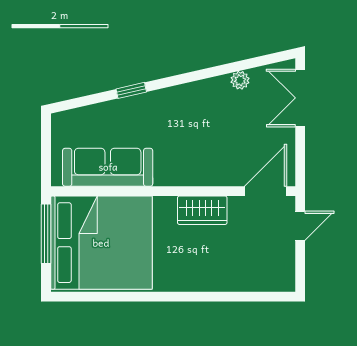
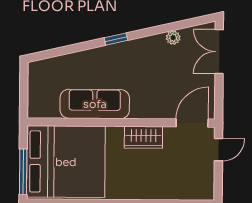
window: (131, 90) -> (116, 39), moved
sofa: (108, 167) -> (95, 104), moved
window: (46, 234) -> (23, 172), moved

